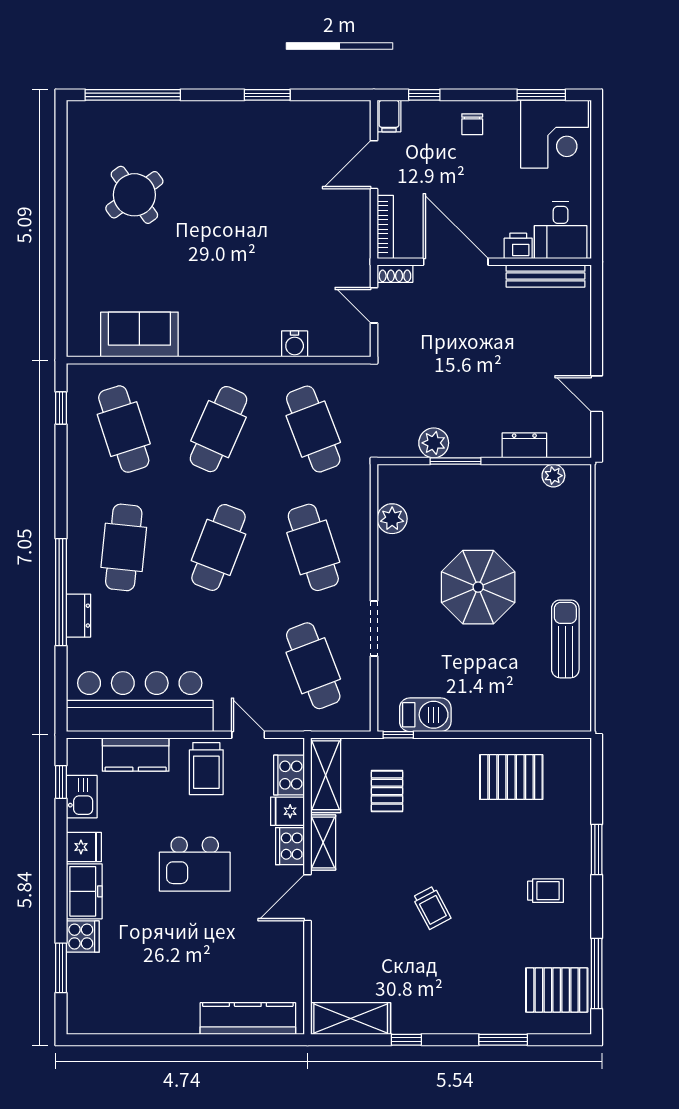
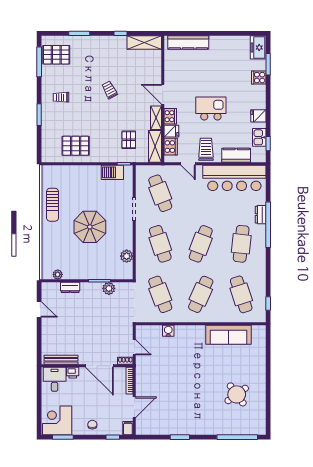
sofa: (139, 334) -> (229, 335), width x1.36
freezer: (84, 891) -> (258, 47), moved
door: (308, 898) -> (163, 94), swing flipped

